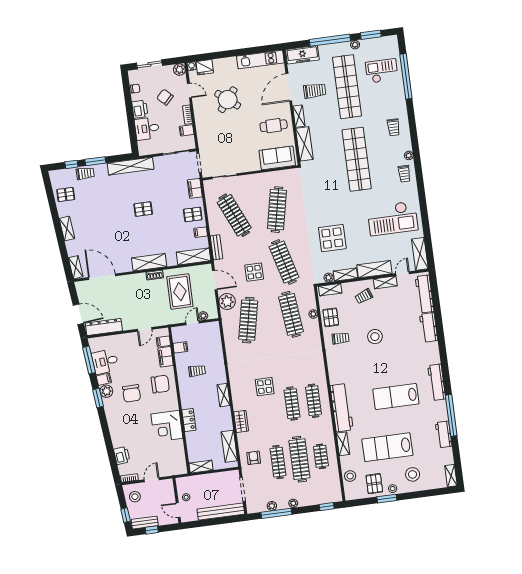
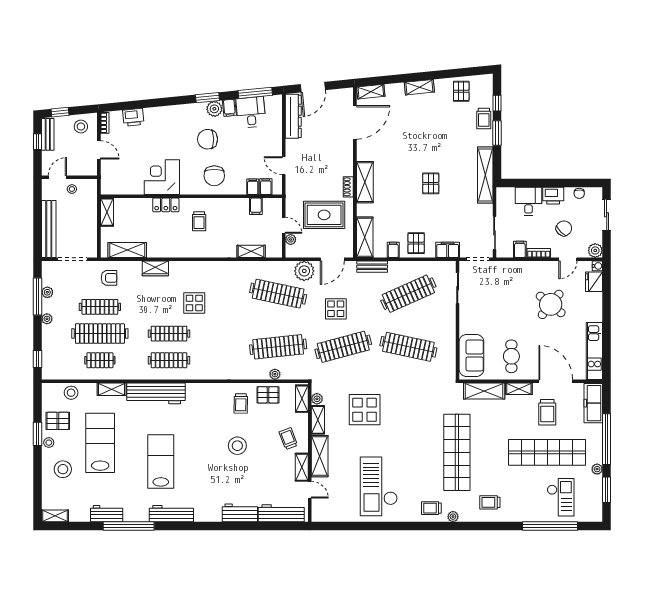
shop shelf: (357, 159) -> (457, 452), turned 90
shelving: (420, 254) -> (331, 514), removed
filing cabinet: (166, 357) -> (253, 187), width x0.50
trolley: (197, 371) -> (199, 221), moved
shelving: (224, 395) -> (251, 251), moved

